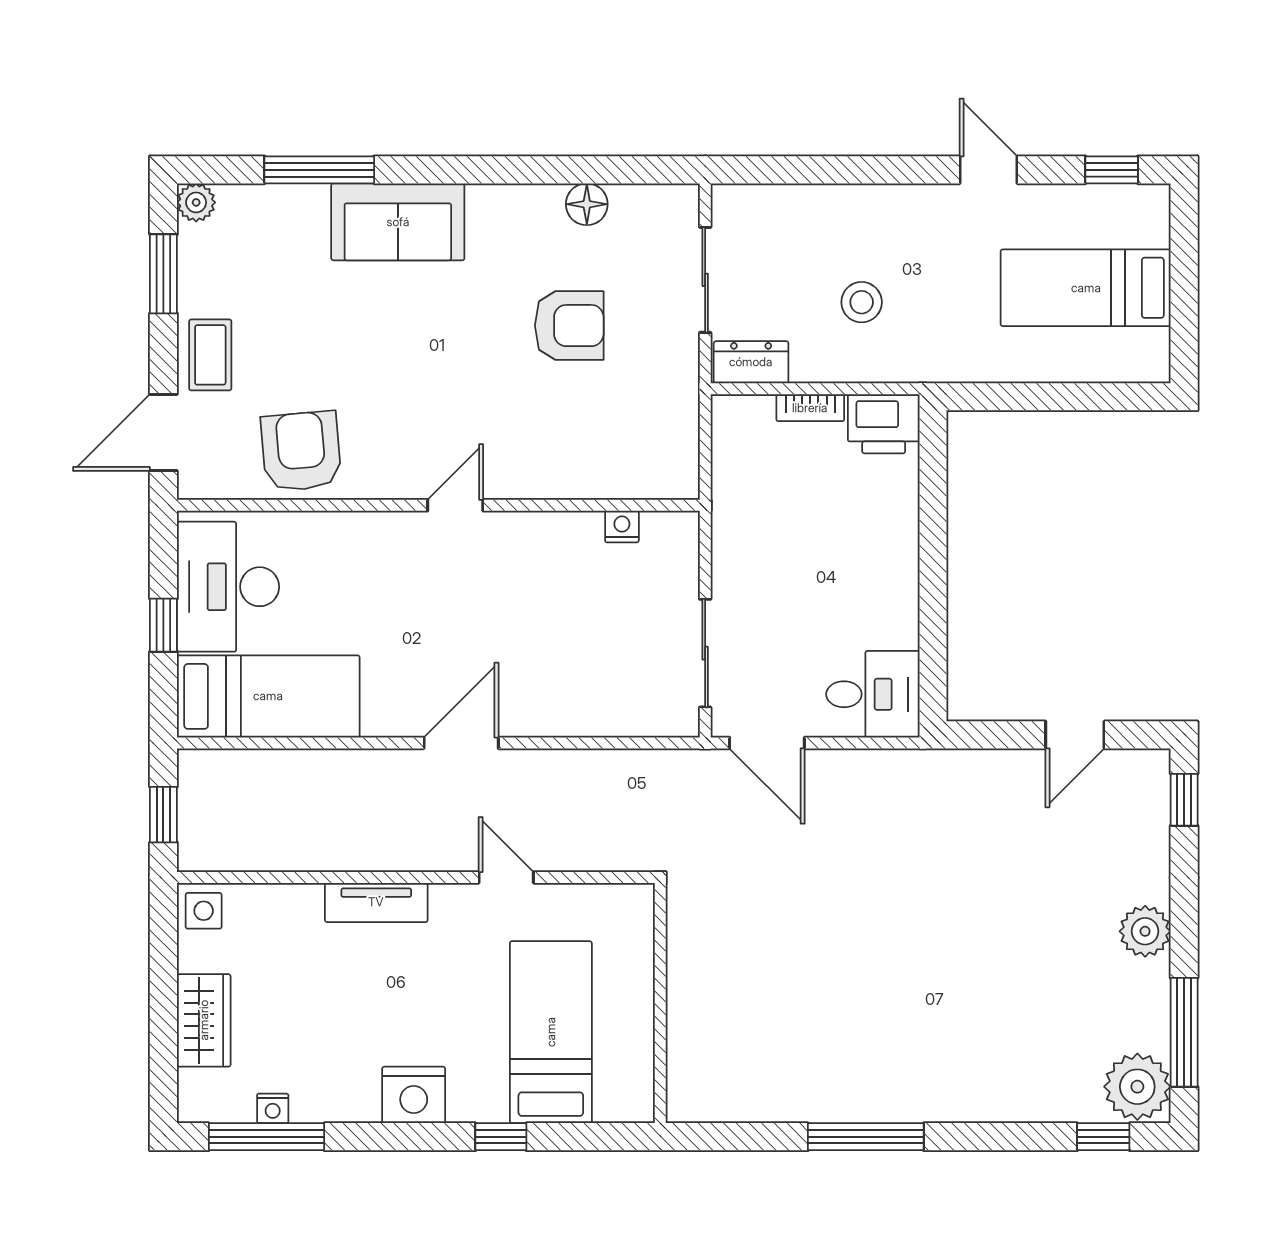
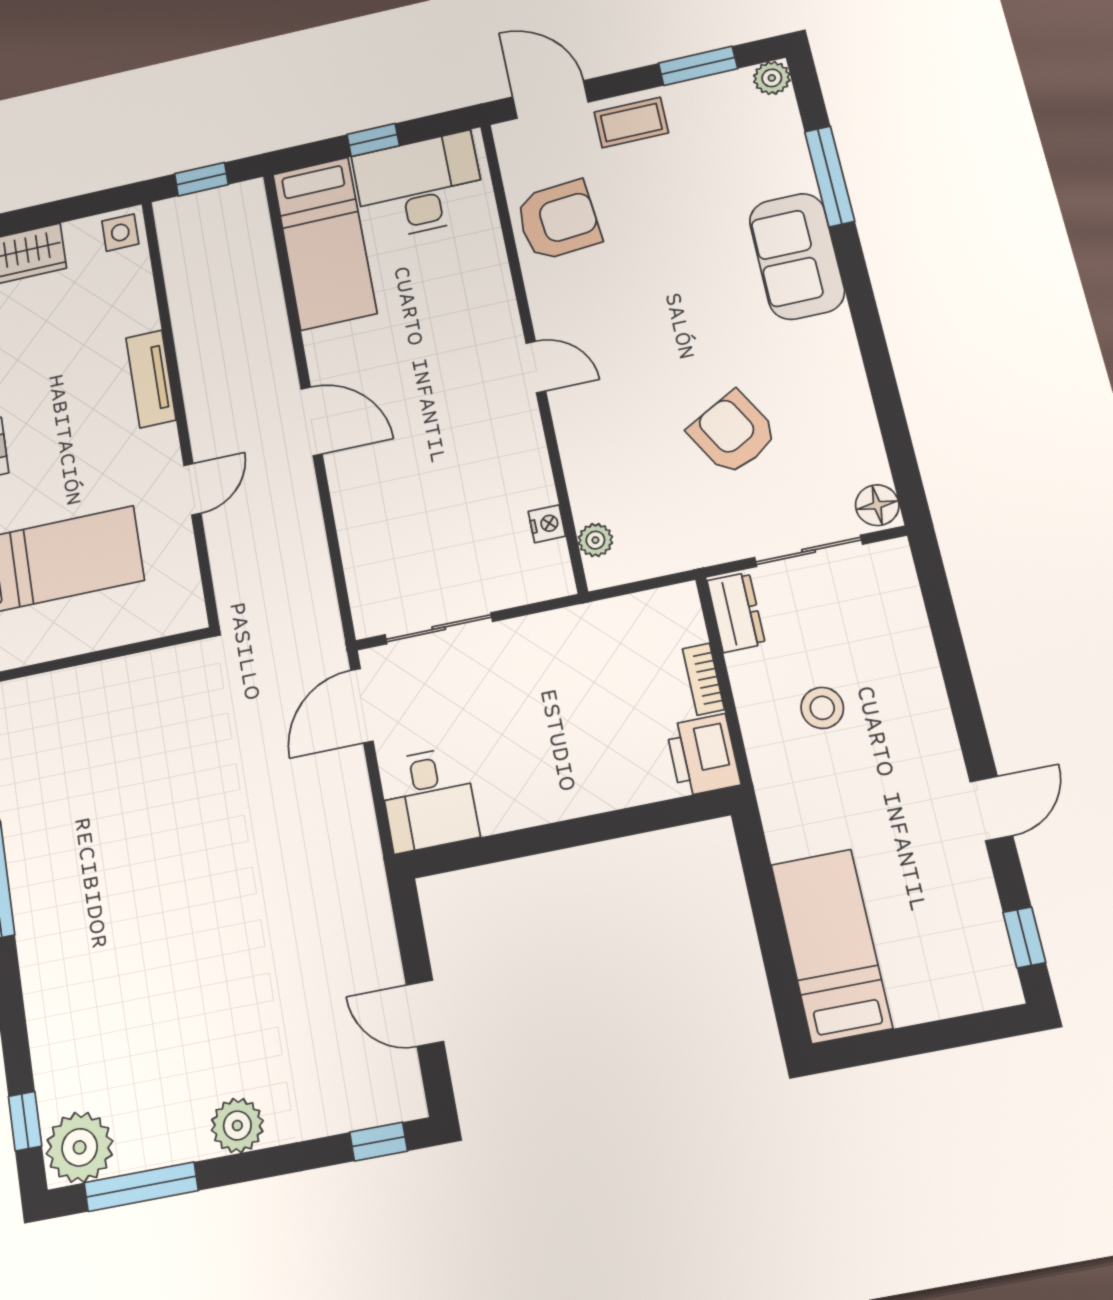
floor lamp: (587, 204) -> (877, 505), moved
bed: (1086, 288) -> (831, 946), moved
armchair: (569, 326) -> (733, 433), turned 151
plant: (649, 482) -> (595, 540), added

